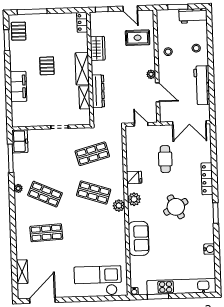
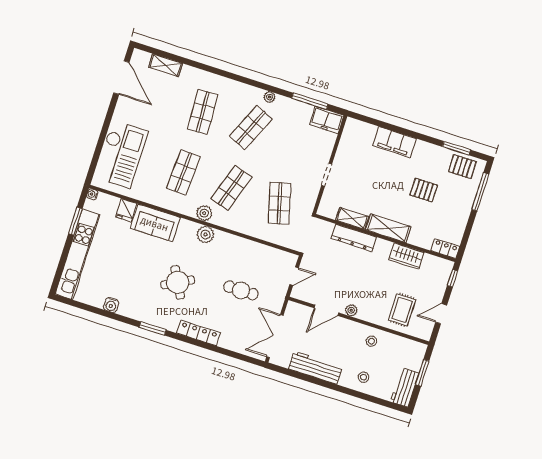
pallet: (47, 66) -> (424, 190), moved
fridge: (134, 177) -> (126, 210), moved
shop shelf: (95, 231) -> (183, 172), added

